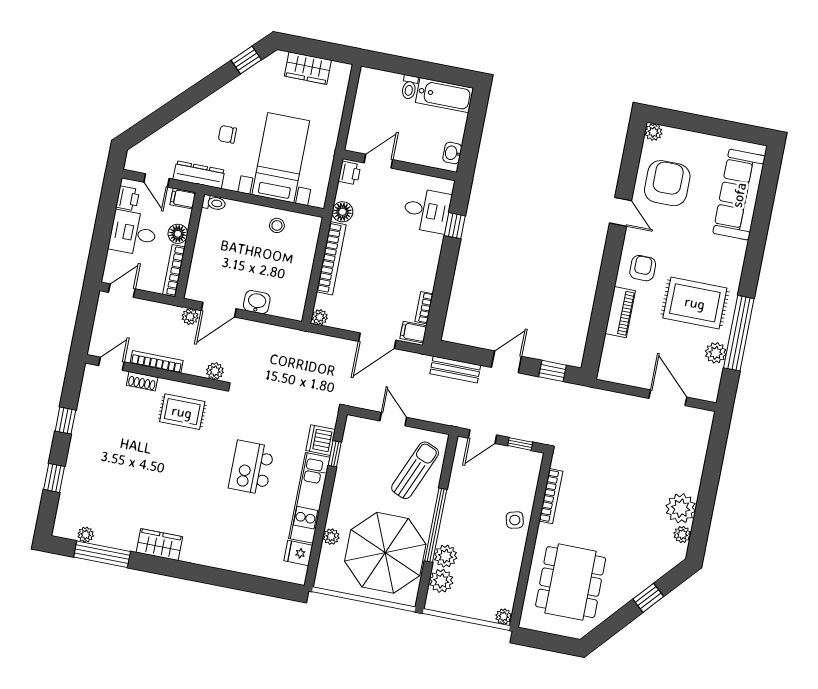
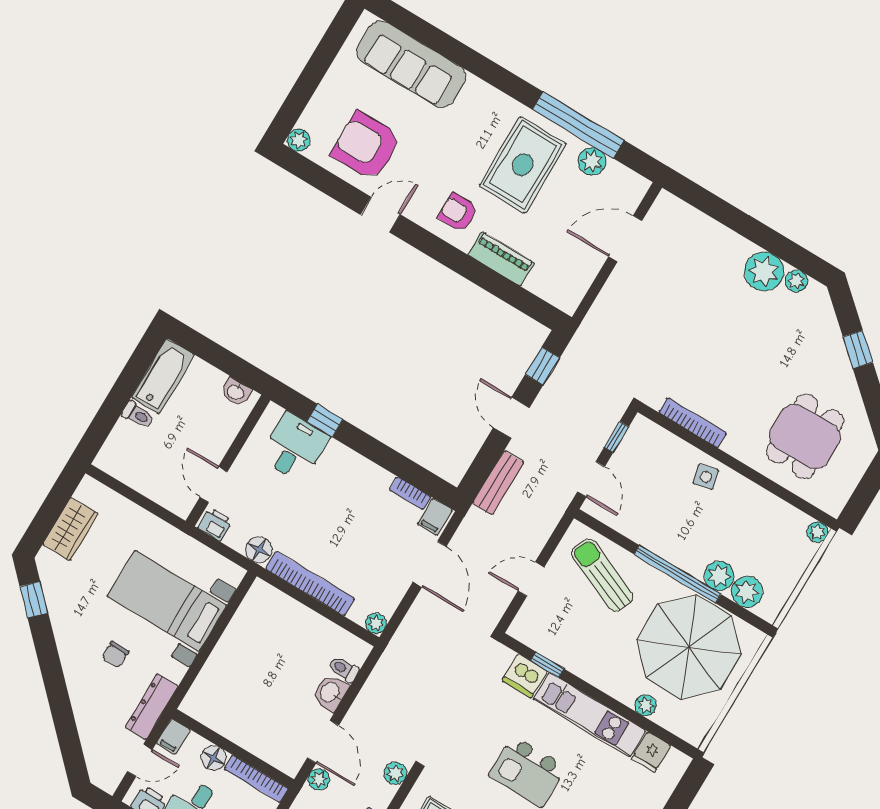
toilet: (214, 203) -> (344, 669), moved, turned -90
stool: (277, 225) -> (247, 635), removed
dining table: (571, 582) -> (805, 436), width x0.73

